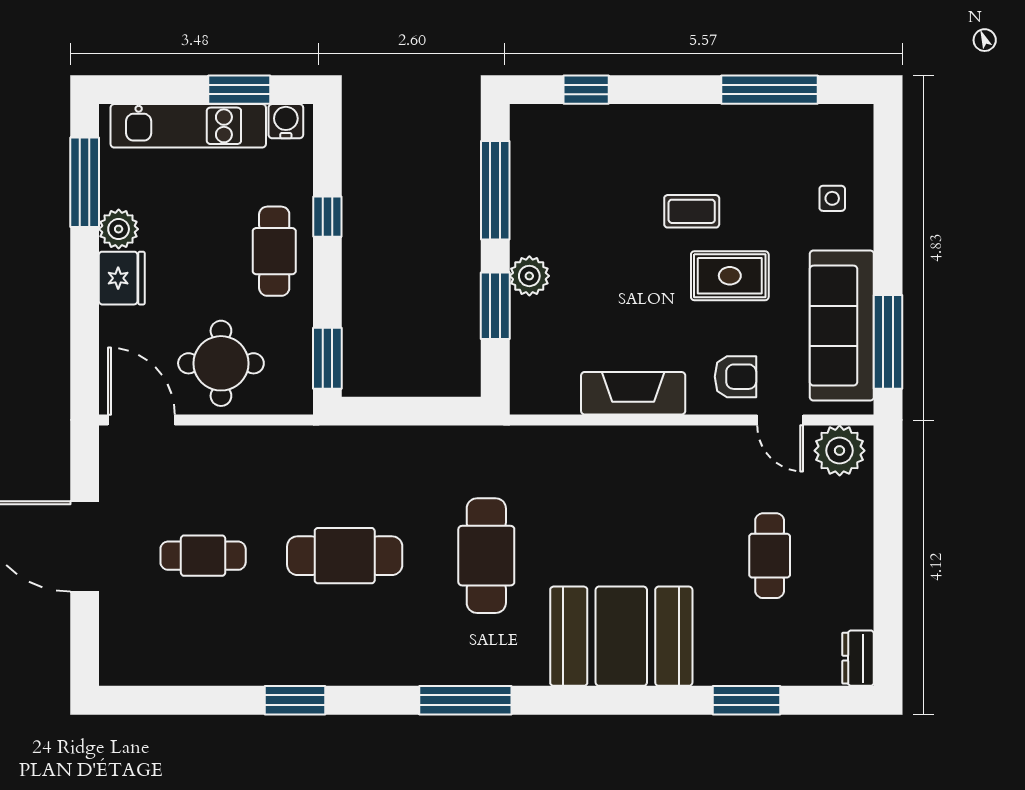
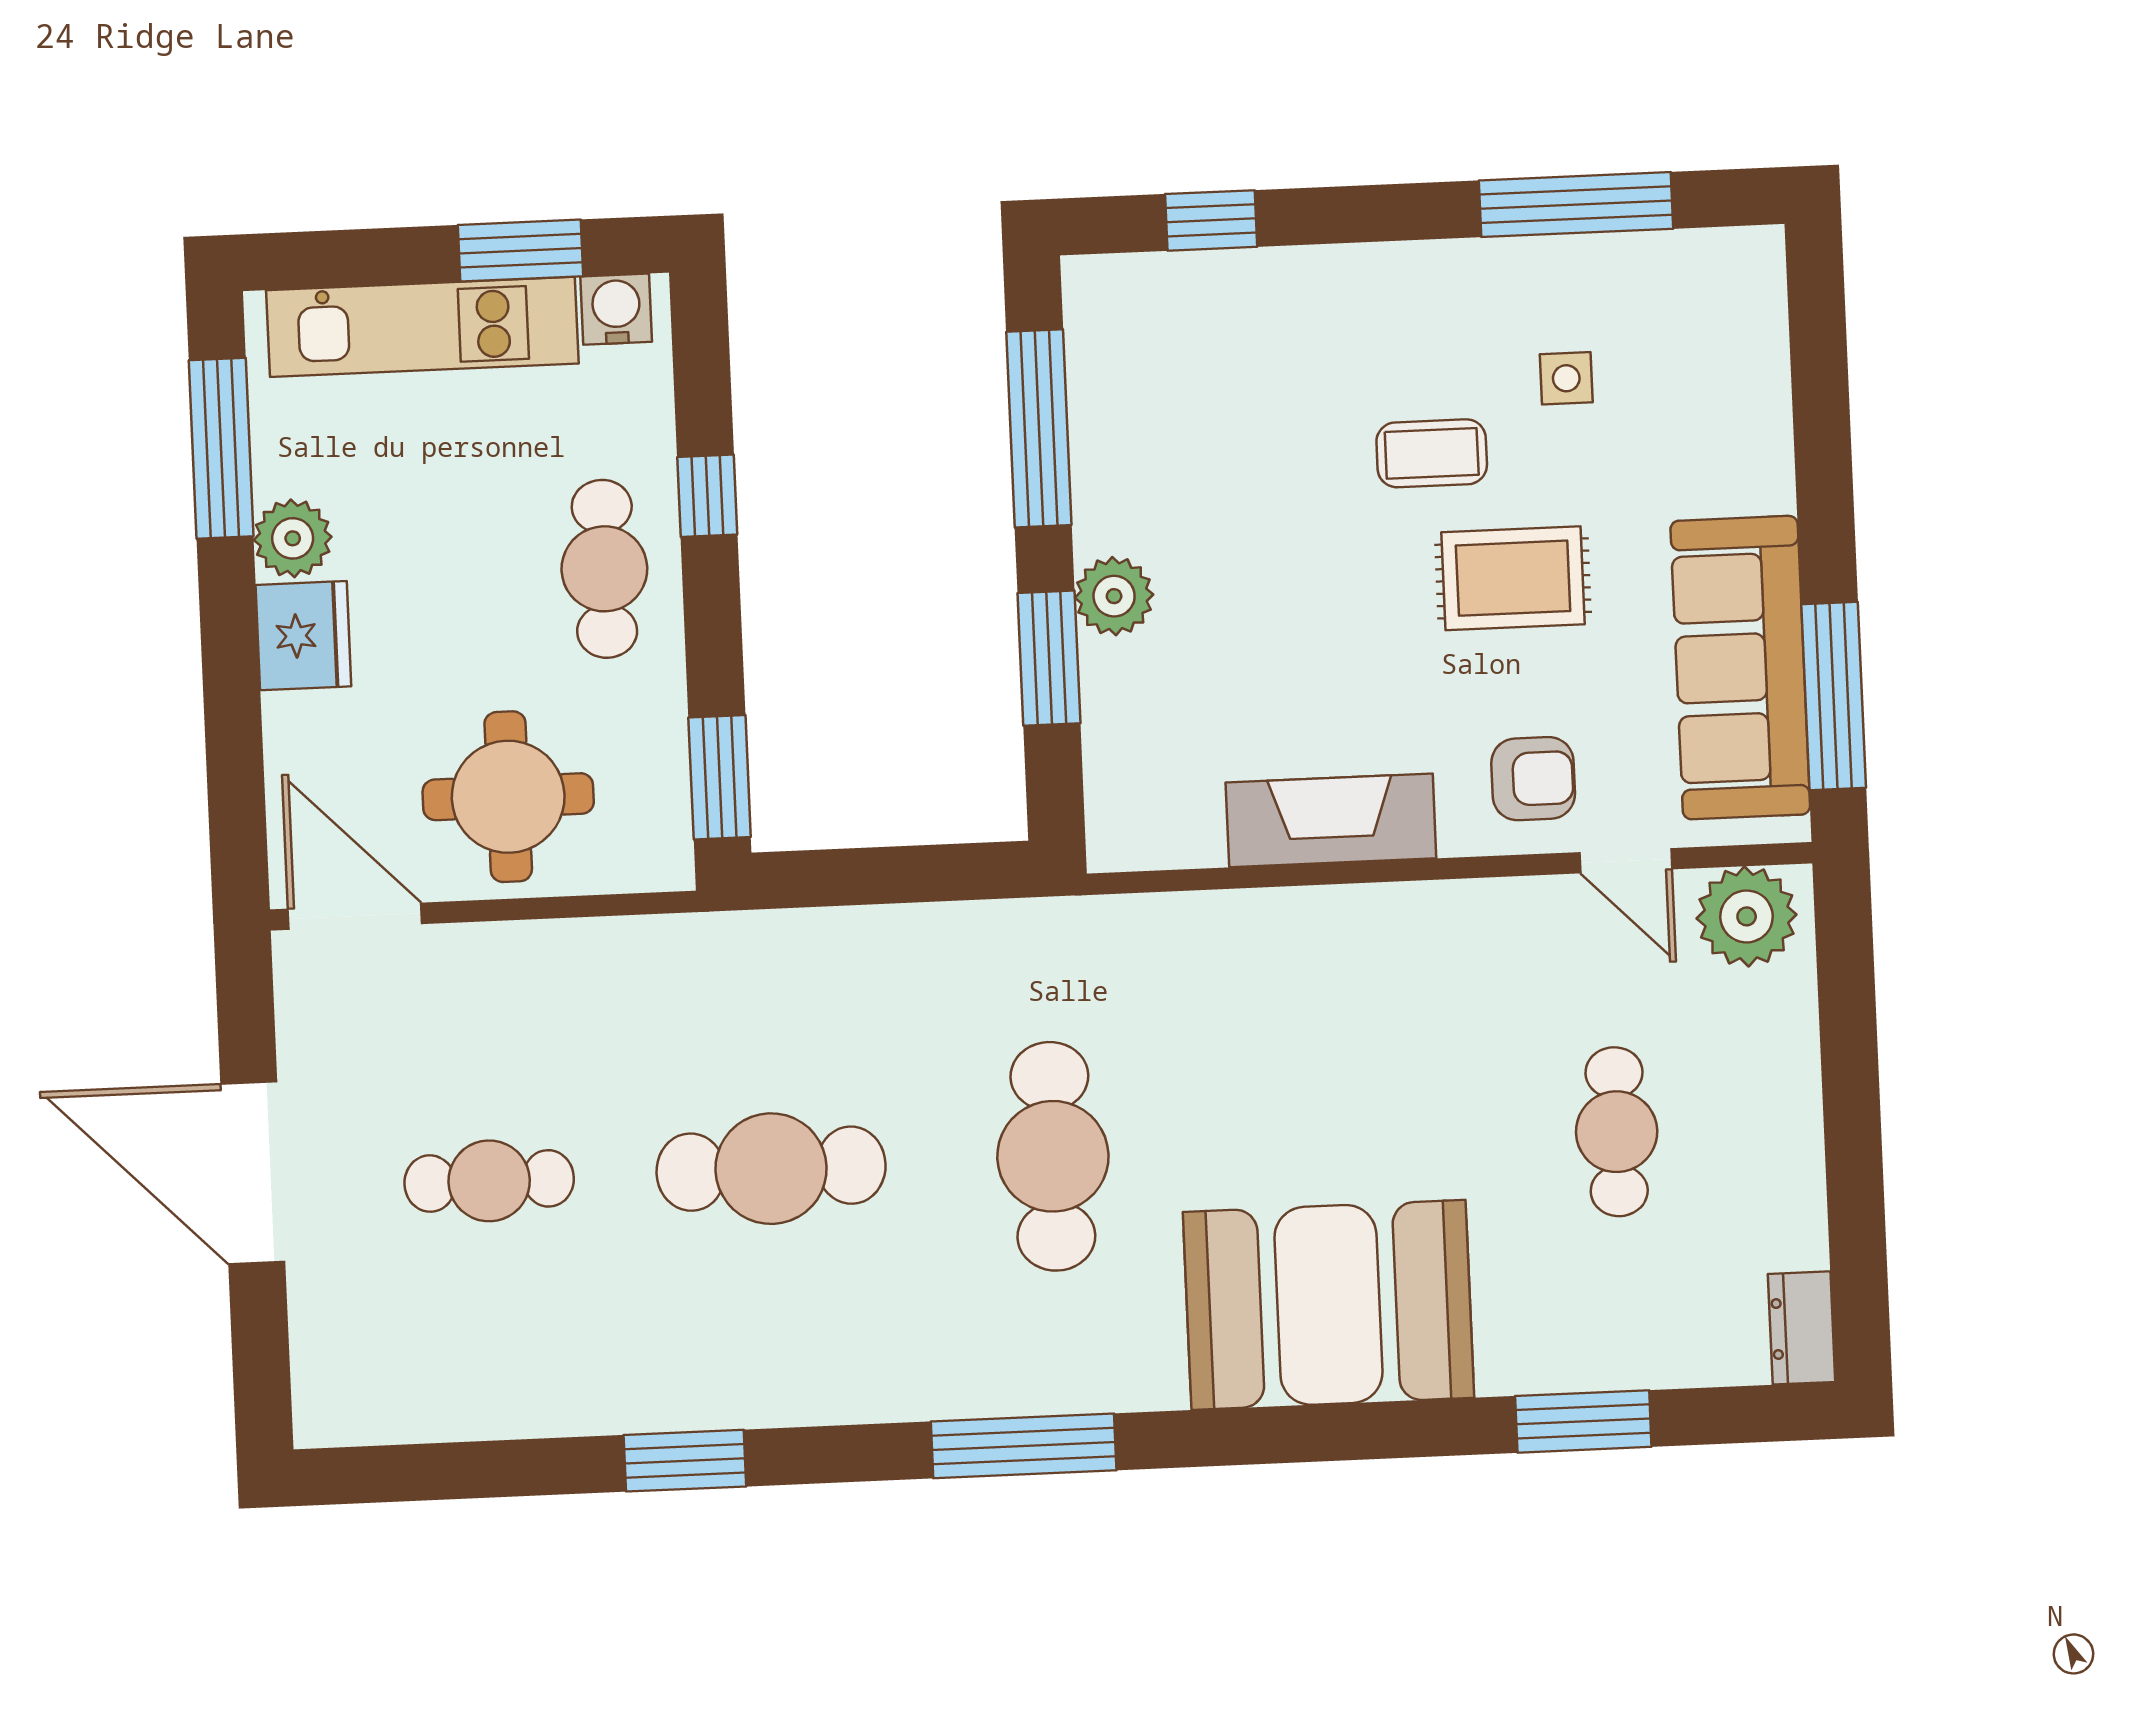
side table: (832, 198) -> (1566, 378), moved

